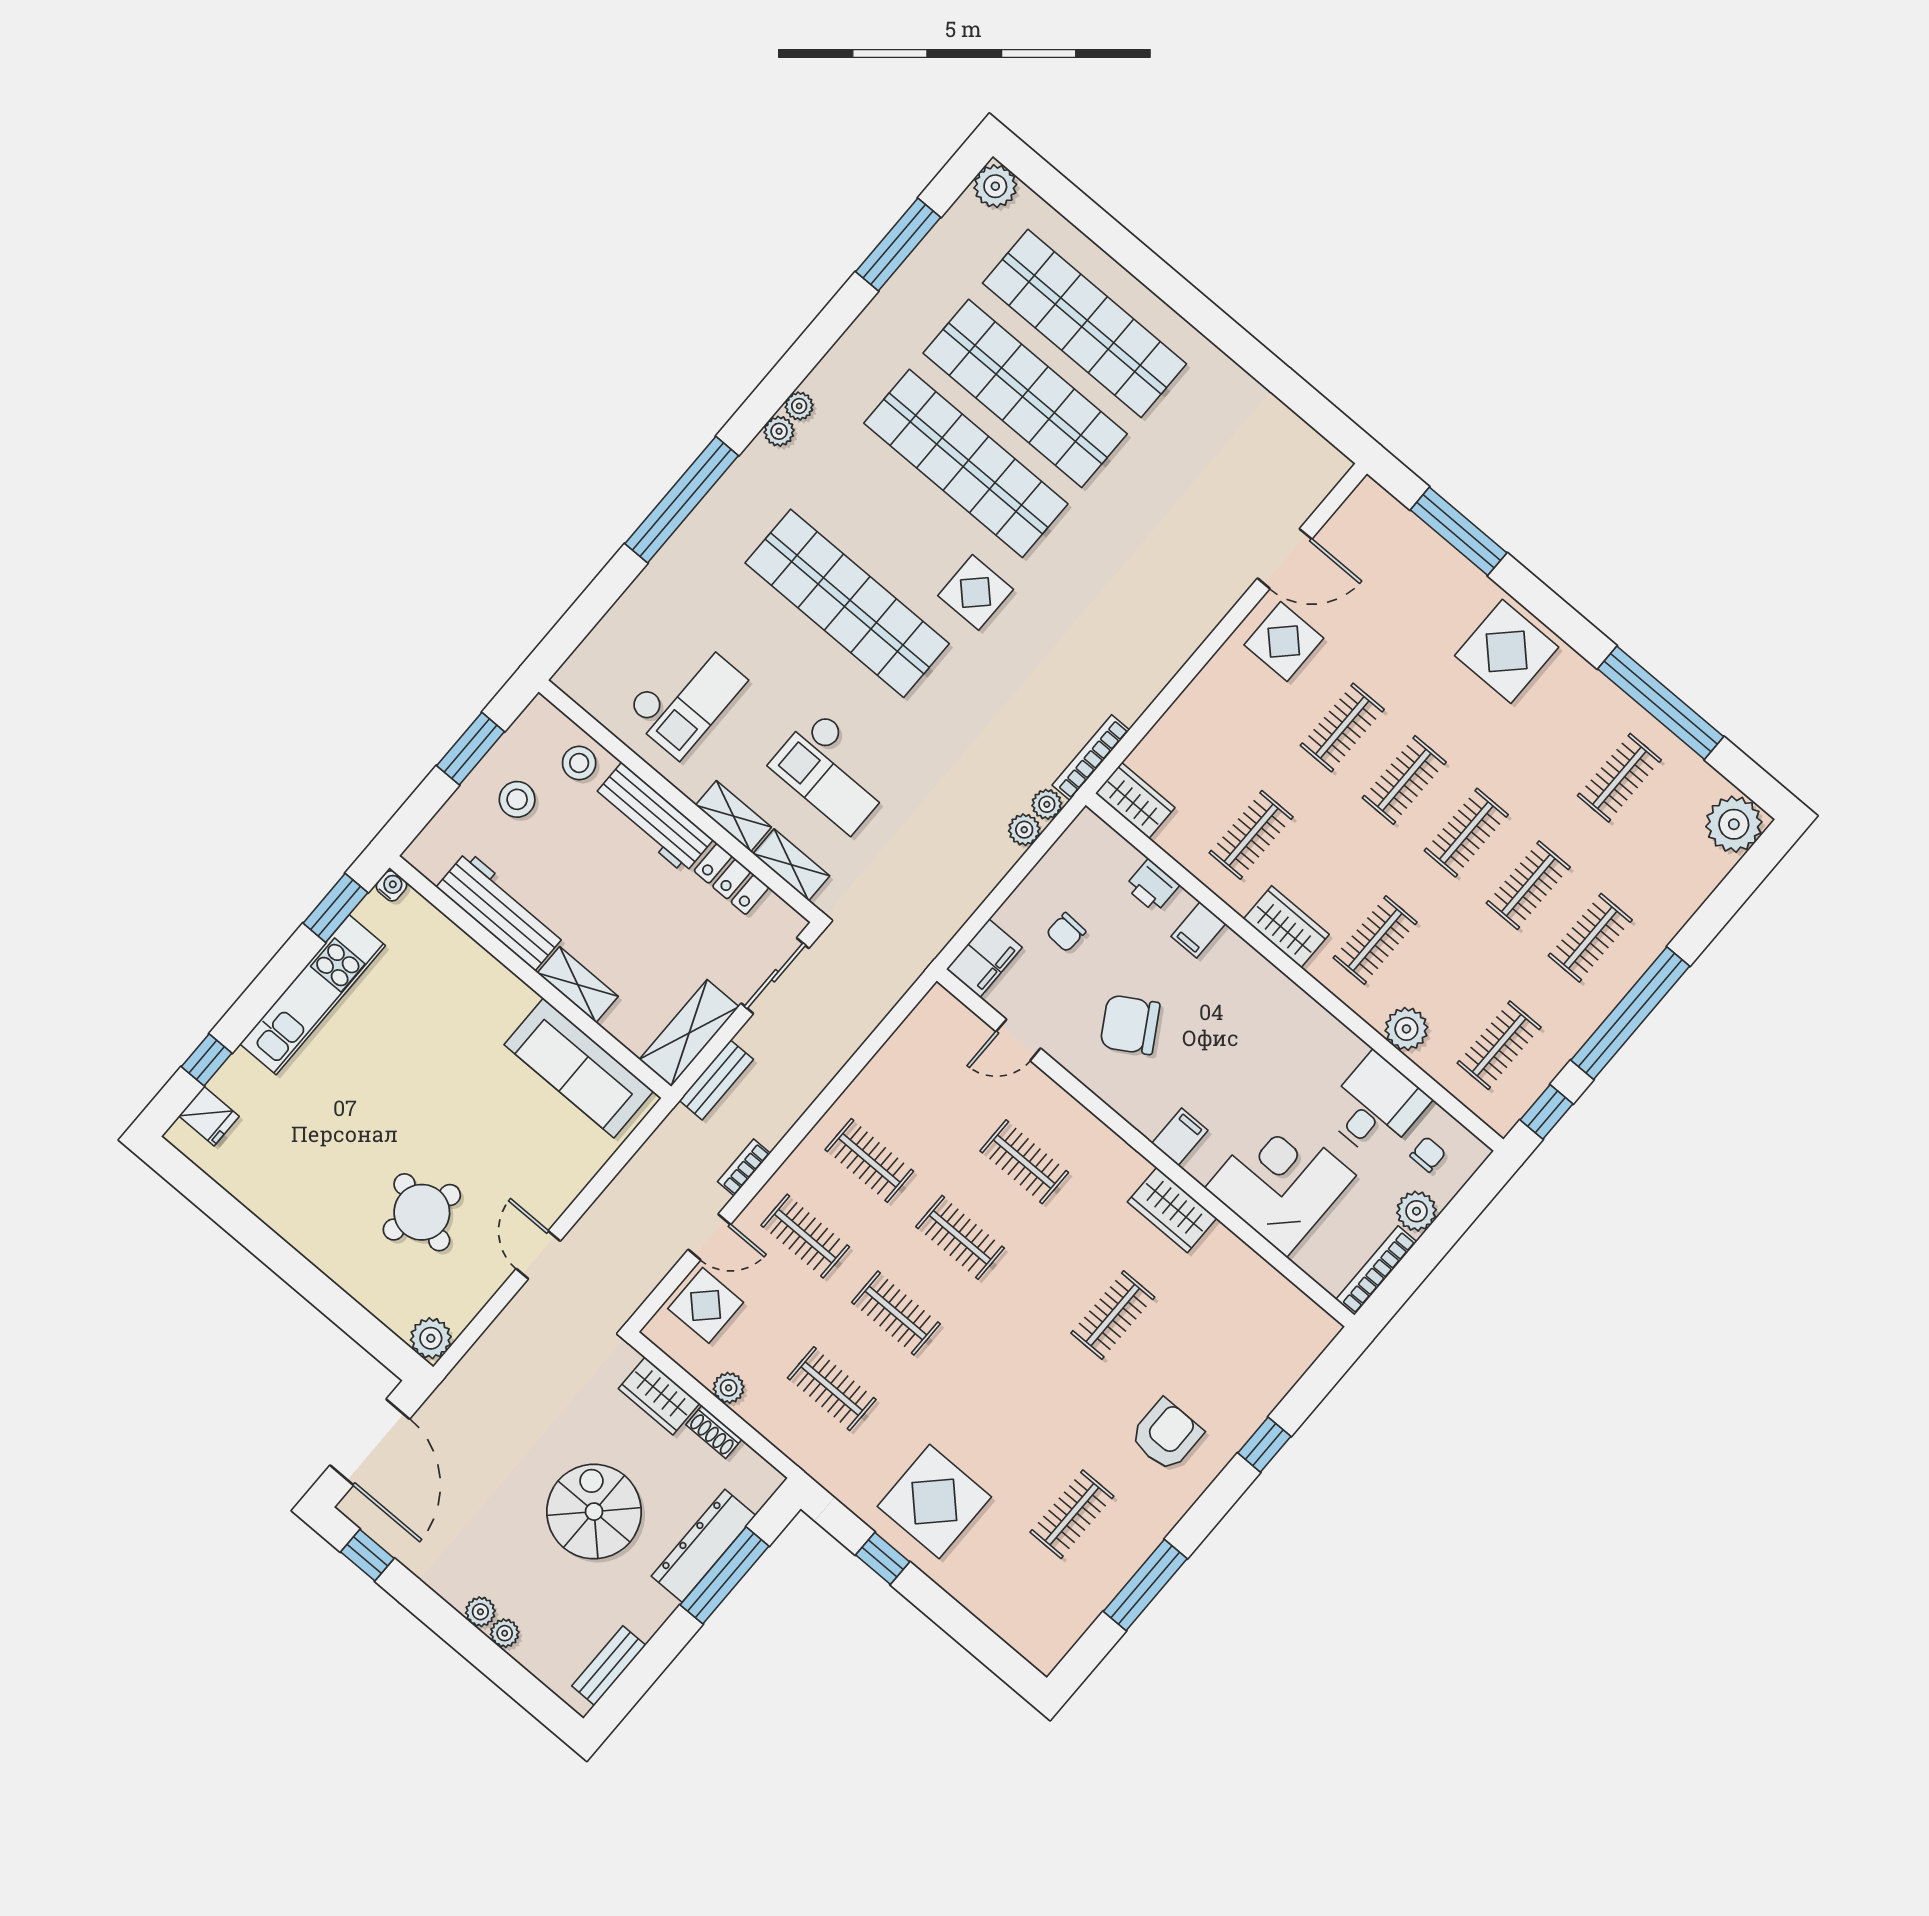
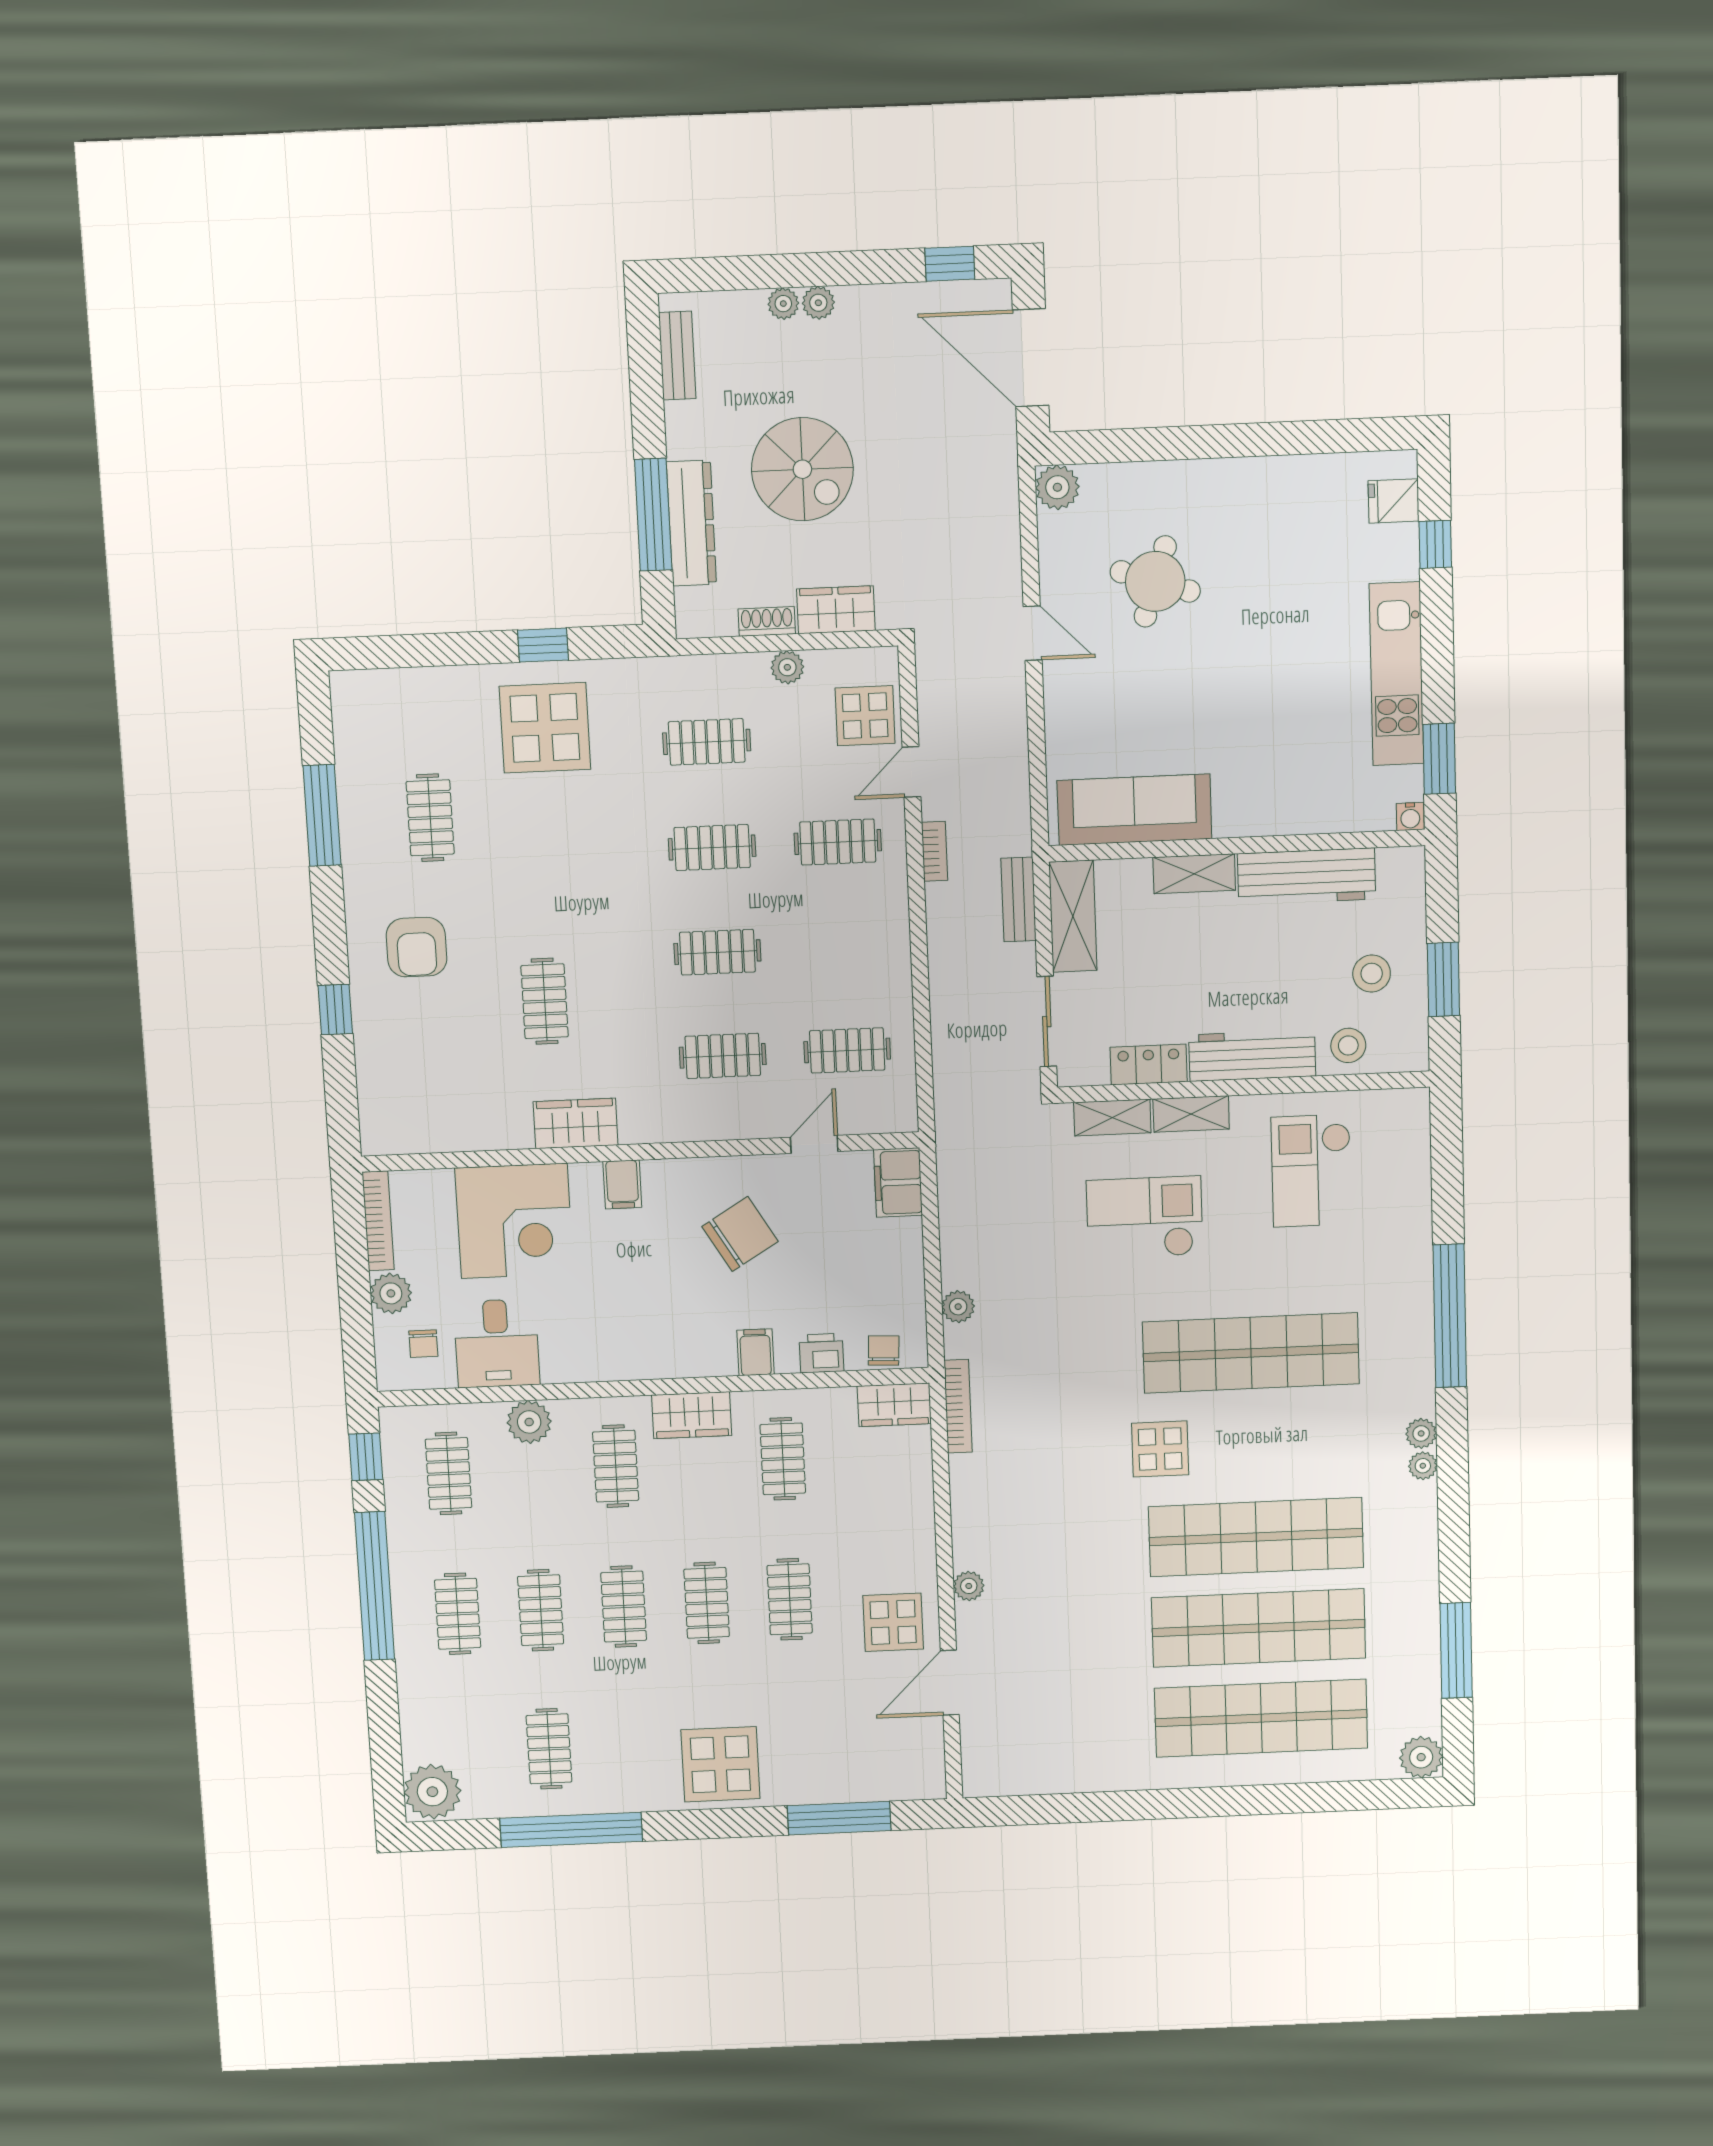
plant: (1047, 804) -> (969, 1586), moved
chair: (1066, 932) -> (884, 1350), moved
clothes rail: (869, 1160) -> (847, 1050), moved

